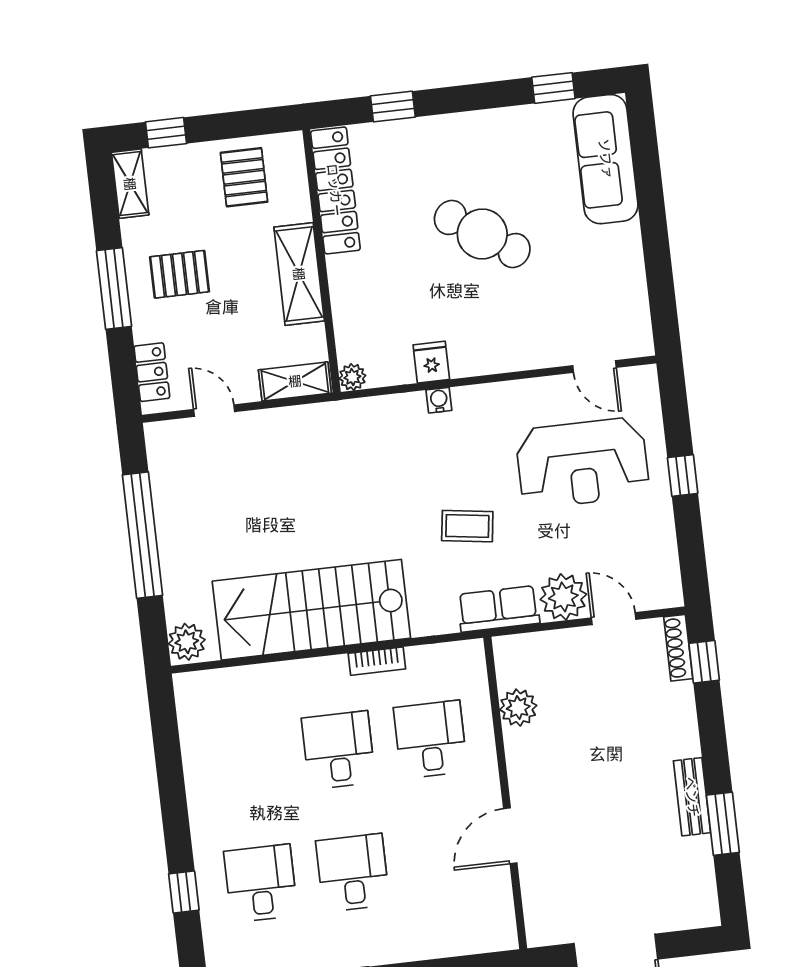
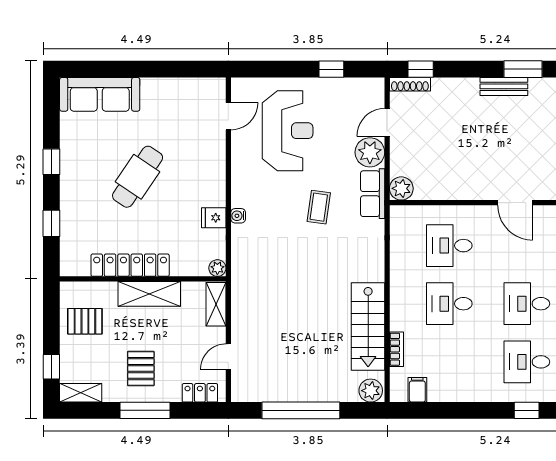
window: (553, 88) -> (51, 162), moved
locker: (335, 190) -> (130, 265), moved
window: (683, 475) -> (331, 69), moved
stairs: (311, 610) -> (368, 326), width x0.73, depth x0.66
bookcase: (377, 661) -> (397, 349), moved
plant: (518, 708) -> (401, 188), moved
filing cabinet: (197, 715) -> (417, 390), added

